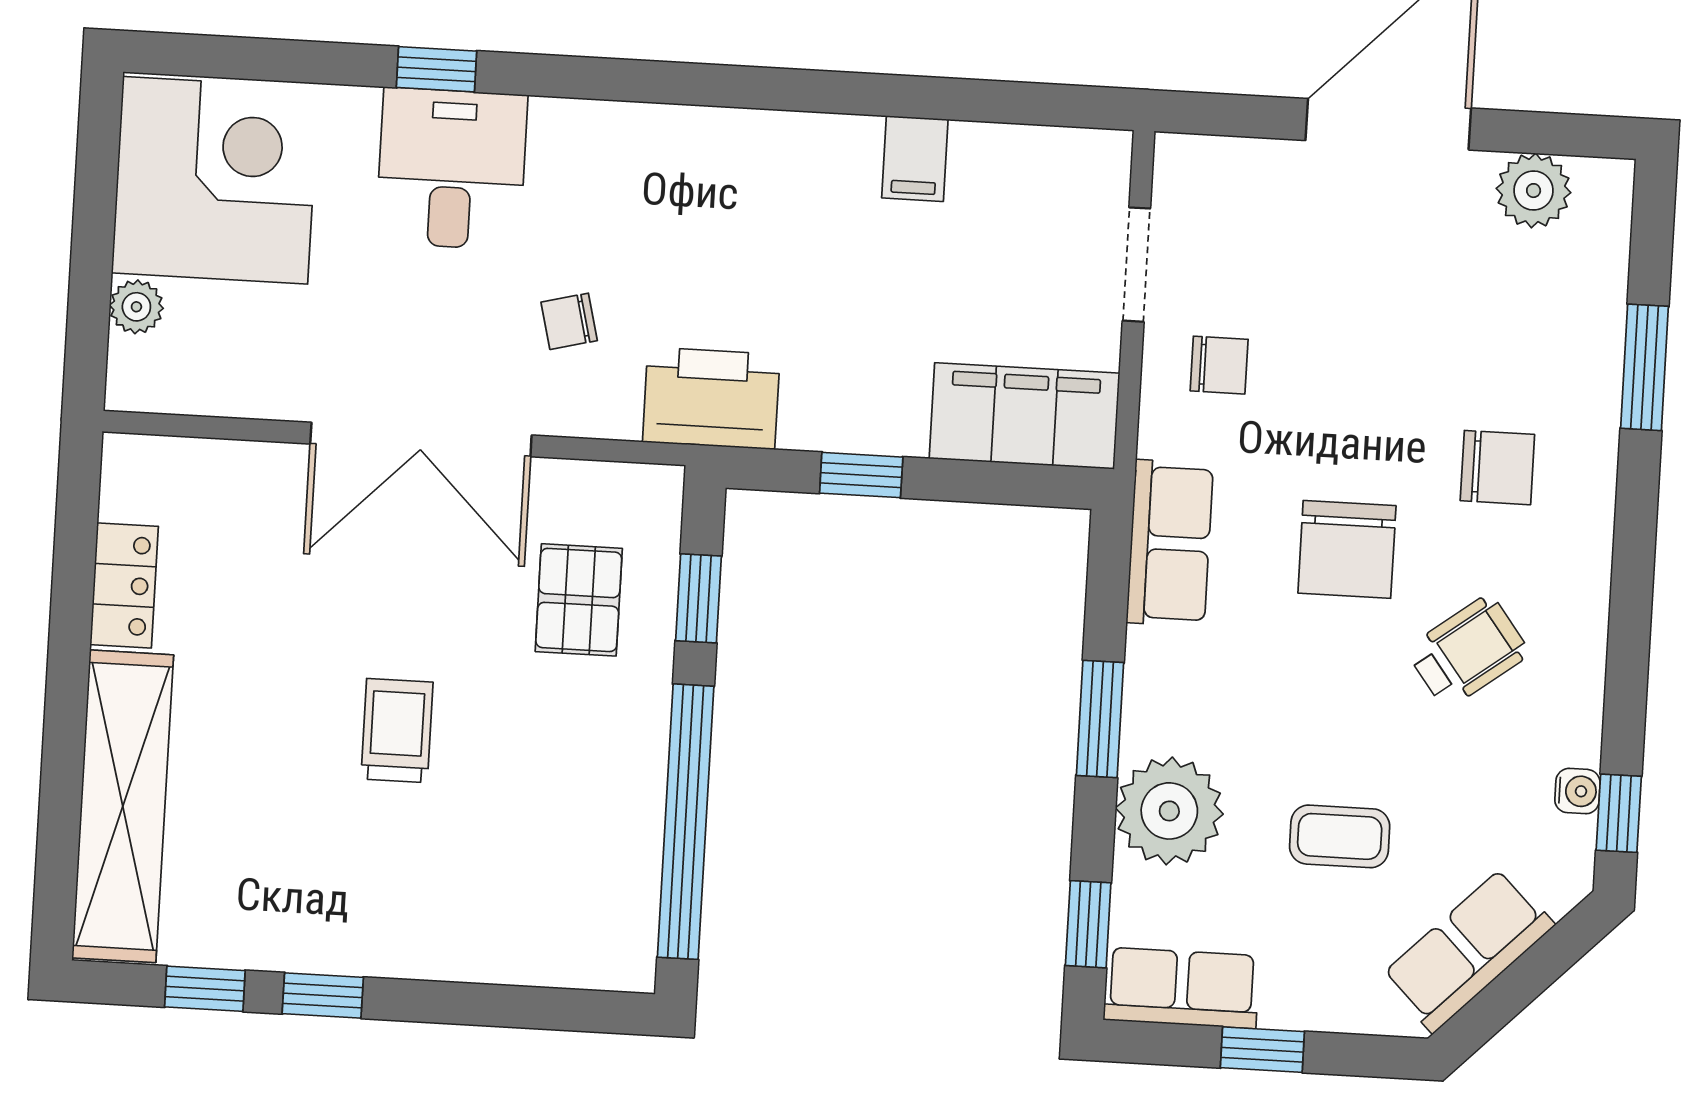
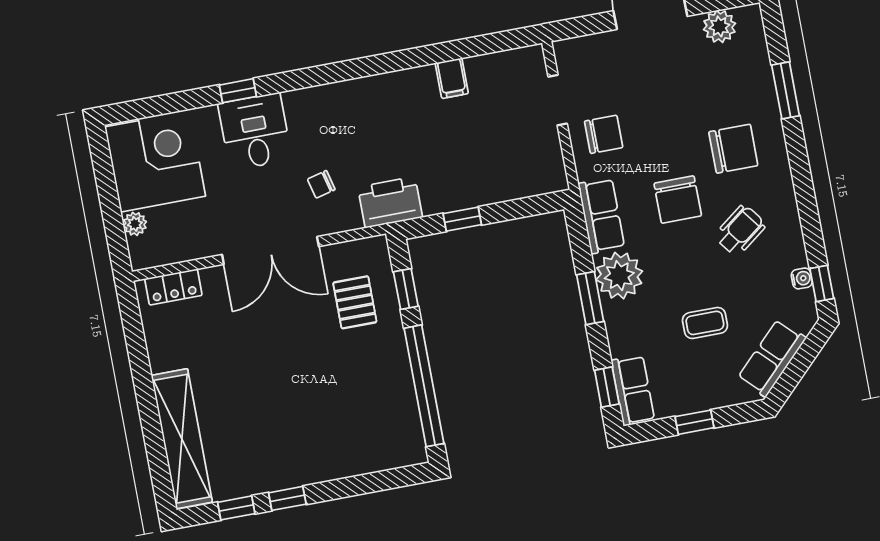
chair: (1219, 365) -> (604, 134), width x1.37, depth x1.37
filing cabinet: (1025, 416) -> (526, 177), removed
chair: (1497, 468) -> (733, 149), width x1.37, depth x1.37
locker: (124, 585) -> (173, 287), moved, turned 90
trolley: (397, 731) -> (291, 377), removed
plant: (1169, 811) -> (619, 276), moved
row of seats: (1182, 988) -> (633, 390), moved, turned 90

